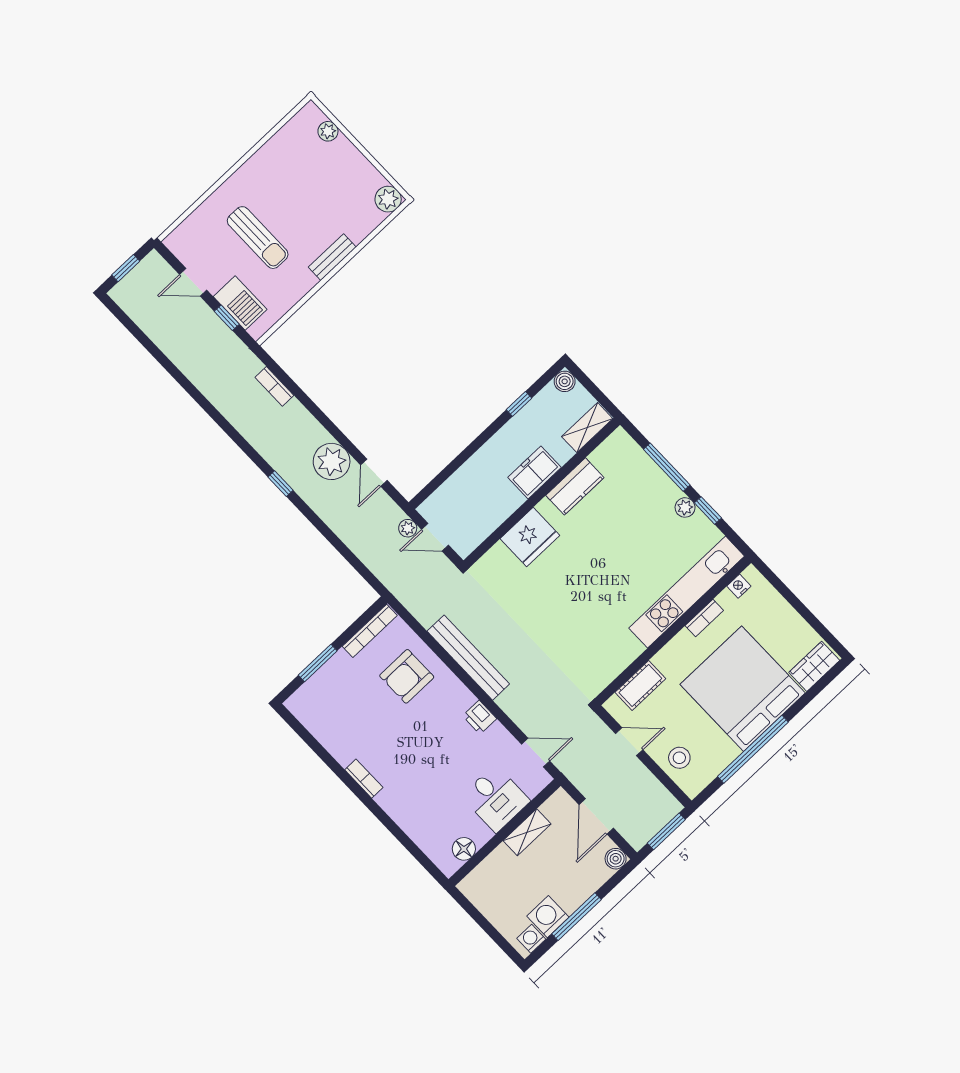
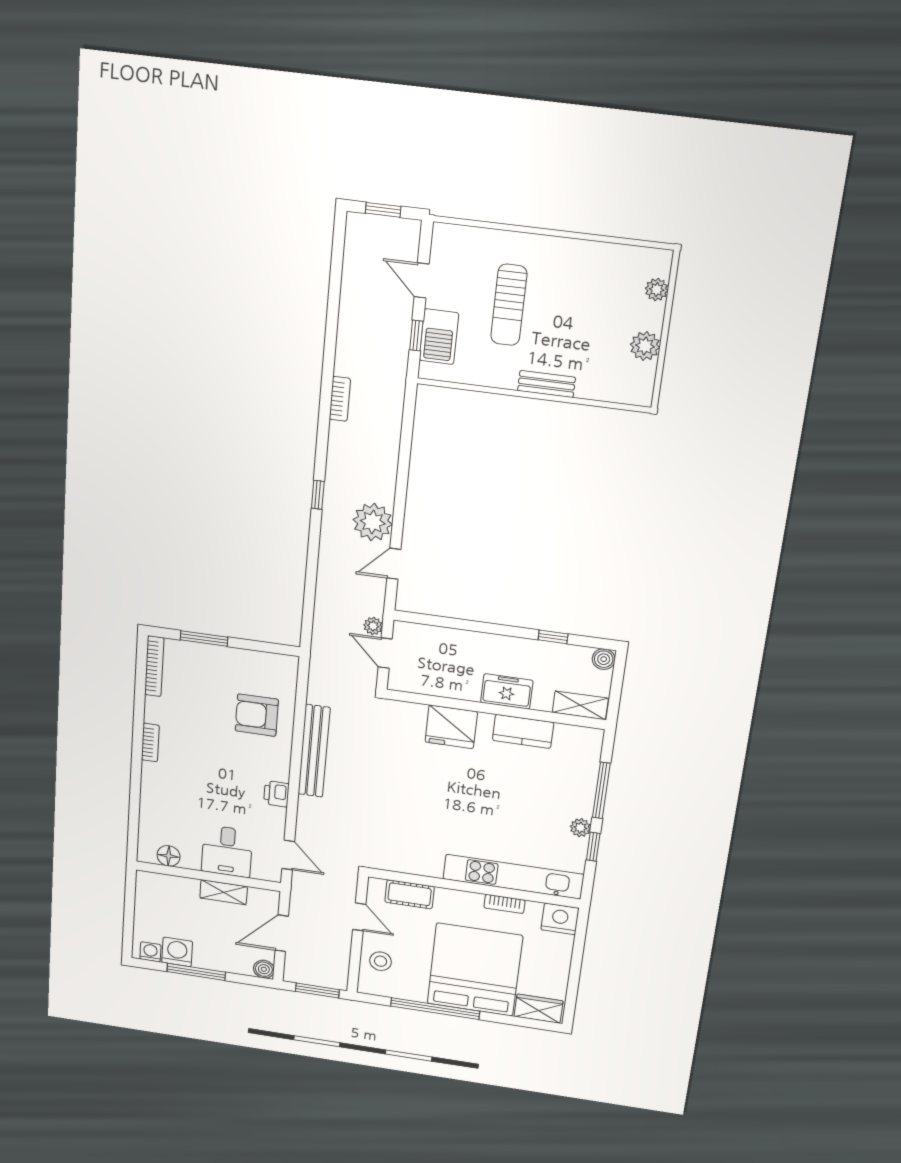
plant: (388, 199) -> (645, 346), moved
bookcase: (274, 386) -> (340, 399), moved, turned 180
nightstand: (739, 586) -> (560, 919), width x1.89, depth x1.79
bookcase: (370, 631) -> (154, 666), moved, turned -90

